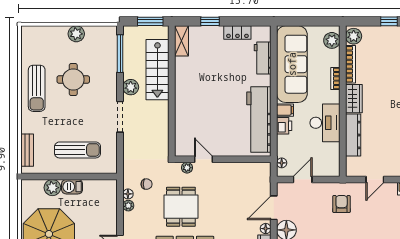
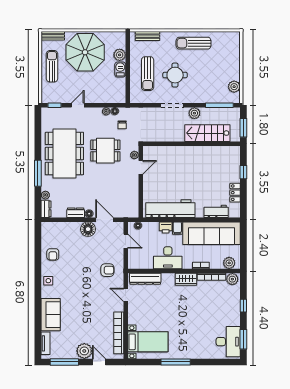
plant: (76, 34) -> (234, 87), moved
shelving: (182, 41) -> (229, 151), removed
round table: (73, 80) -> (175, 75), moved
dresser: (353, 135) -> (145, 279), moved

